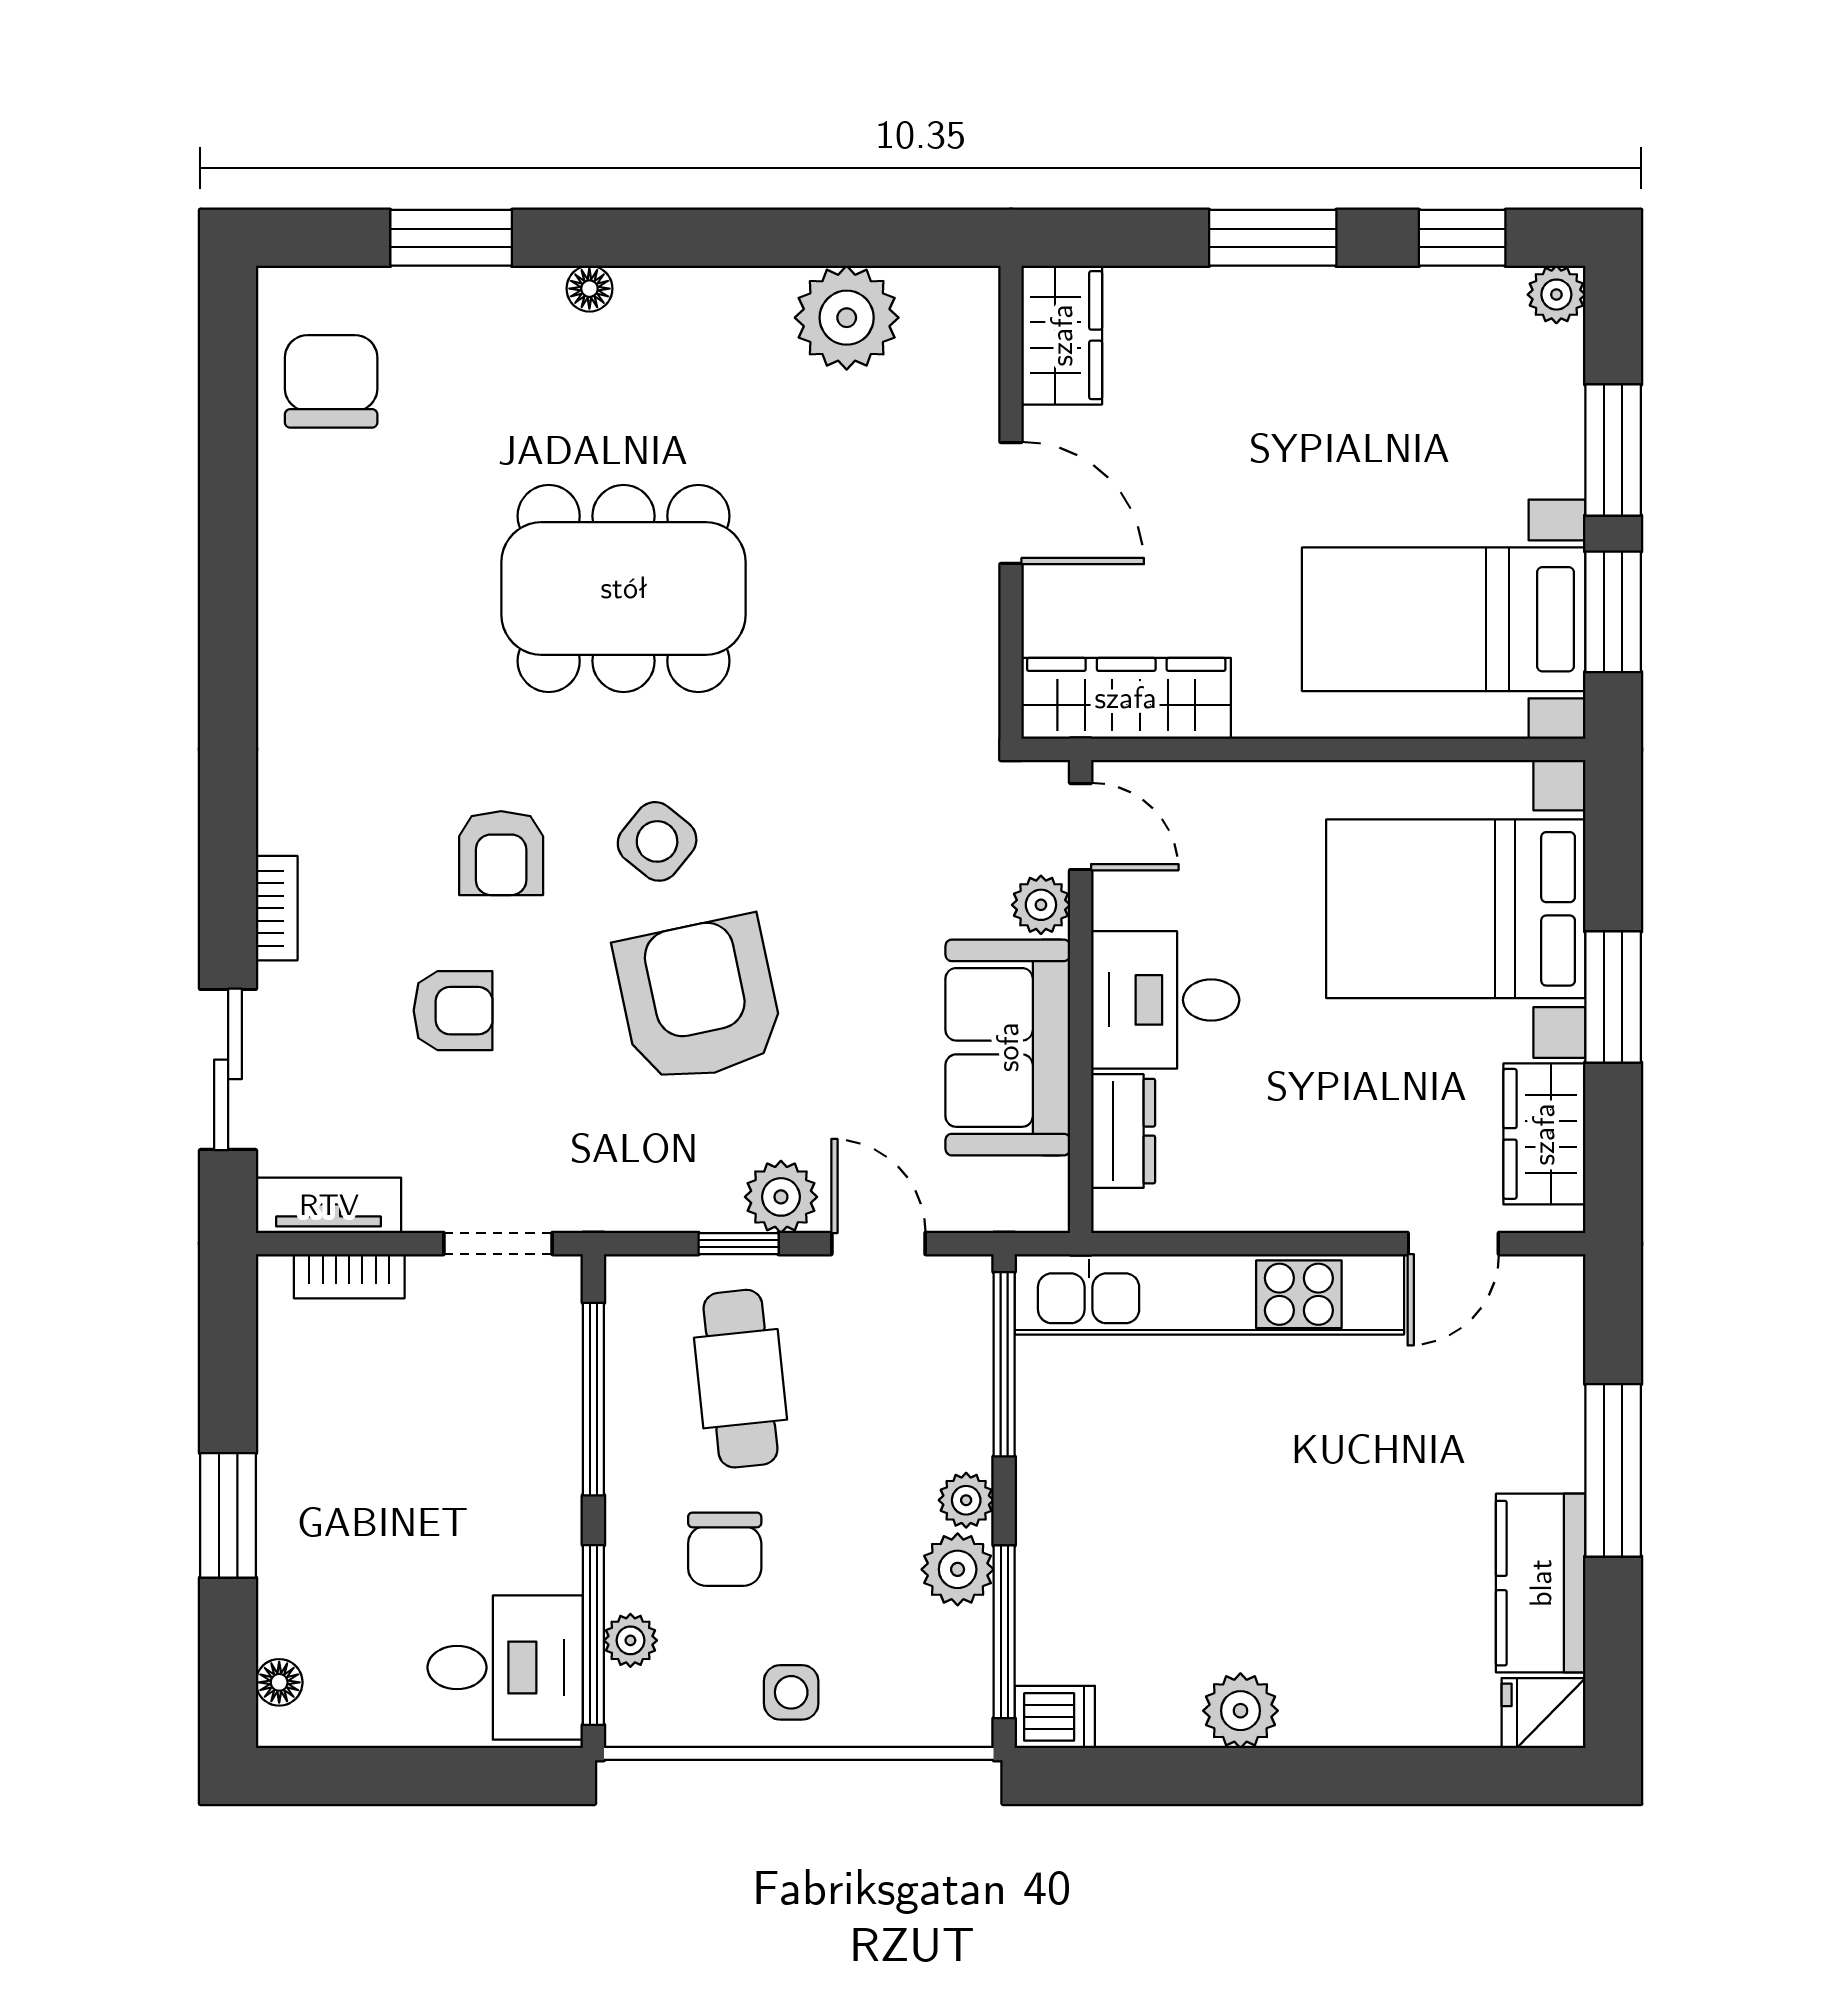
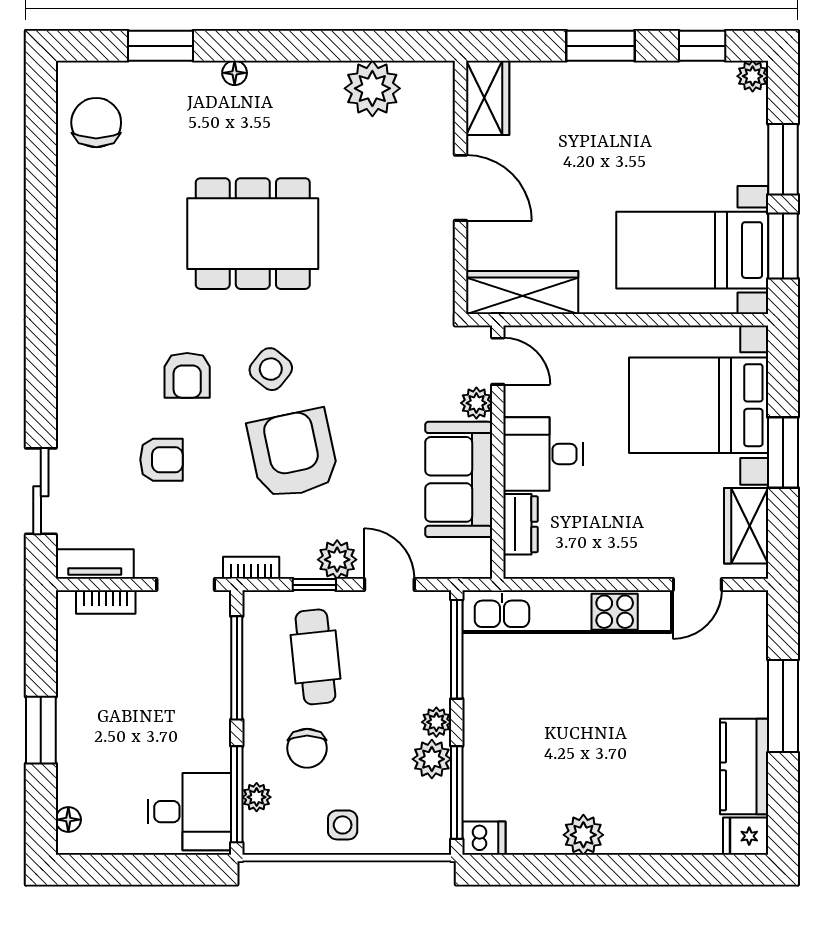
bookcase: (277, 908) -> (251, 568), moved, turned -90

